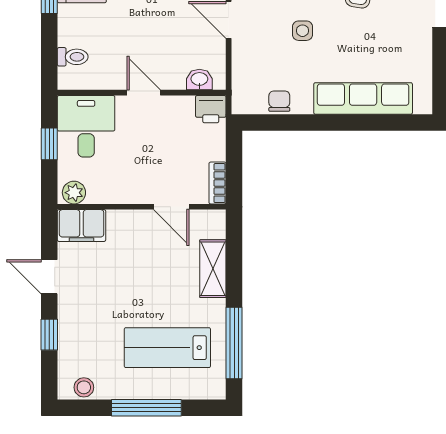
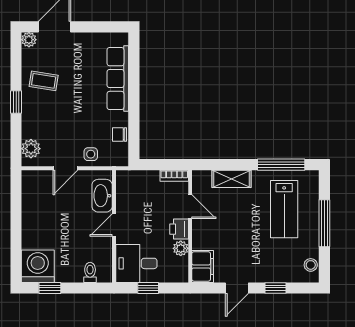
side table: (302, 31) -> (91, 154), moved
washbasin: (199, 80) -> (102, 196), width x1.91, depth x1.45
printer: (211, 109) -> (179, 229), moved, turned 180
plant: (74, 193) -> (181, 248), moved
door: (171, 207) -> (190, 207), hinge flipped

